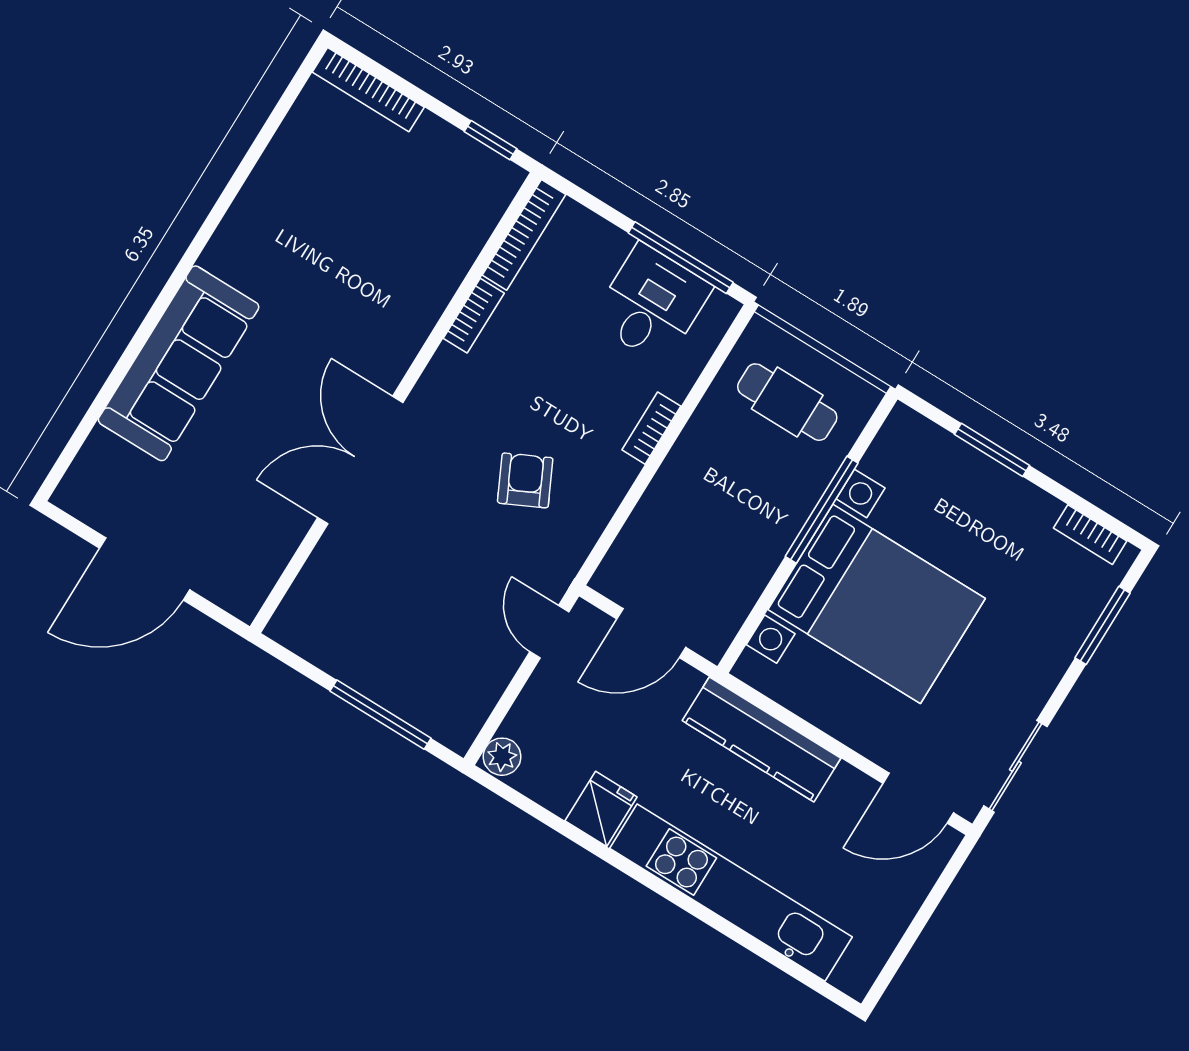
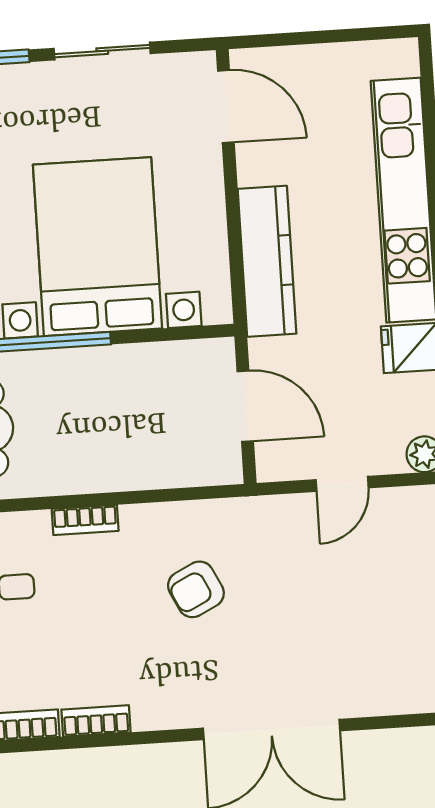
door: (549, 632) -> (342, 484), moved
sliding door: (1015, 766) -> (102, 51), moved

